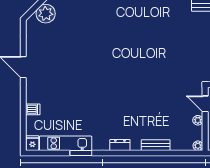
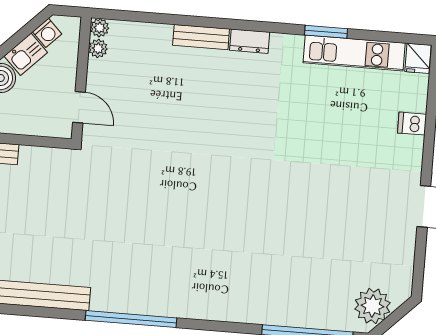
plant: (198, 120) -> (98, 48), moved
bench: (156, 145) -> (201, 37), moved

